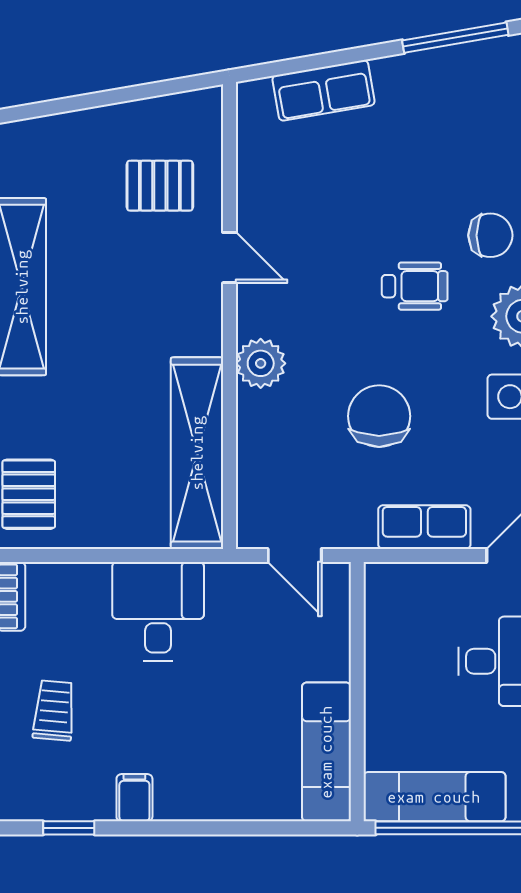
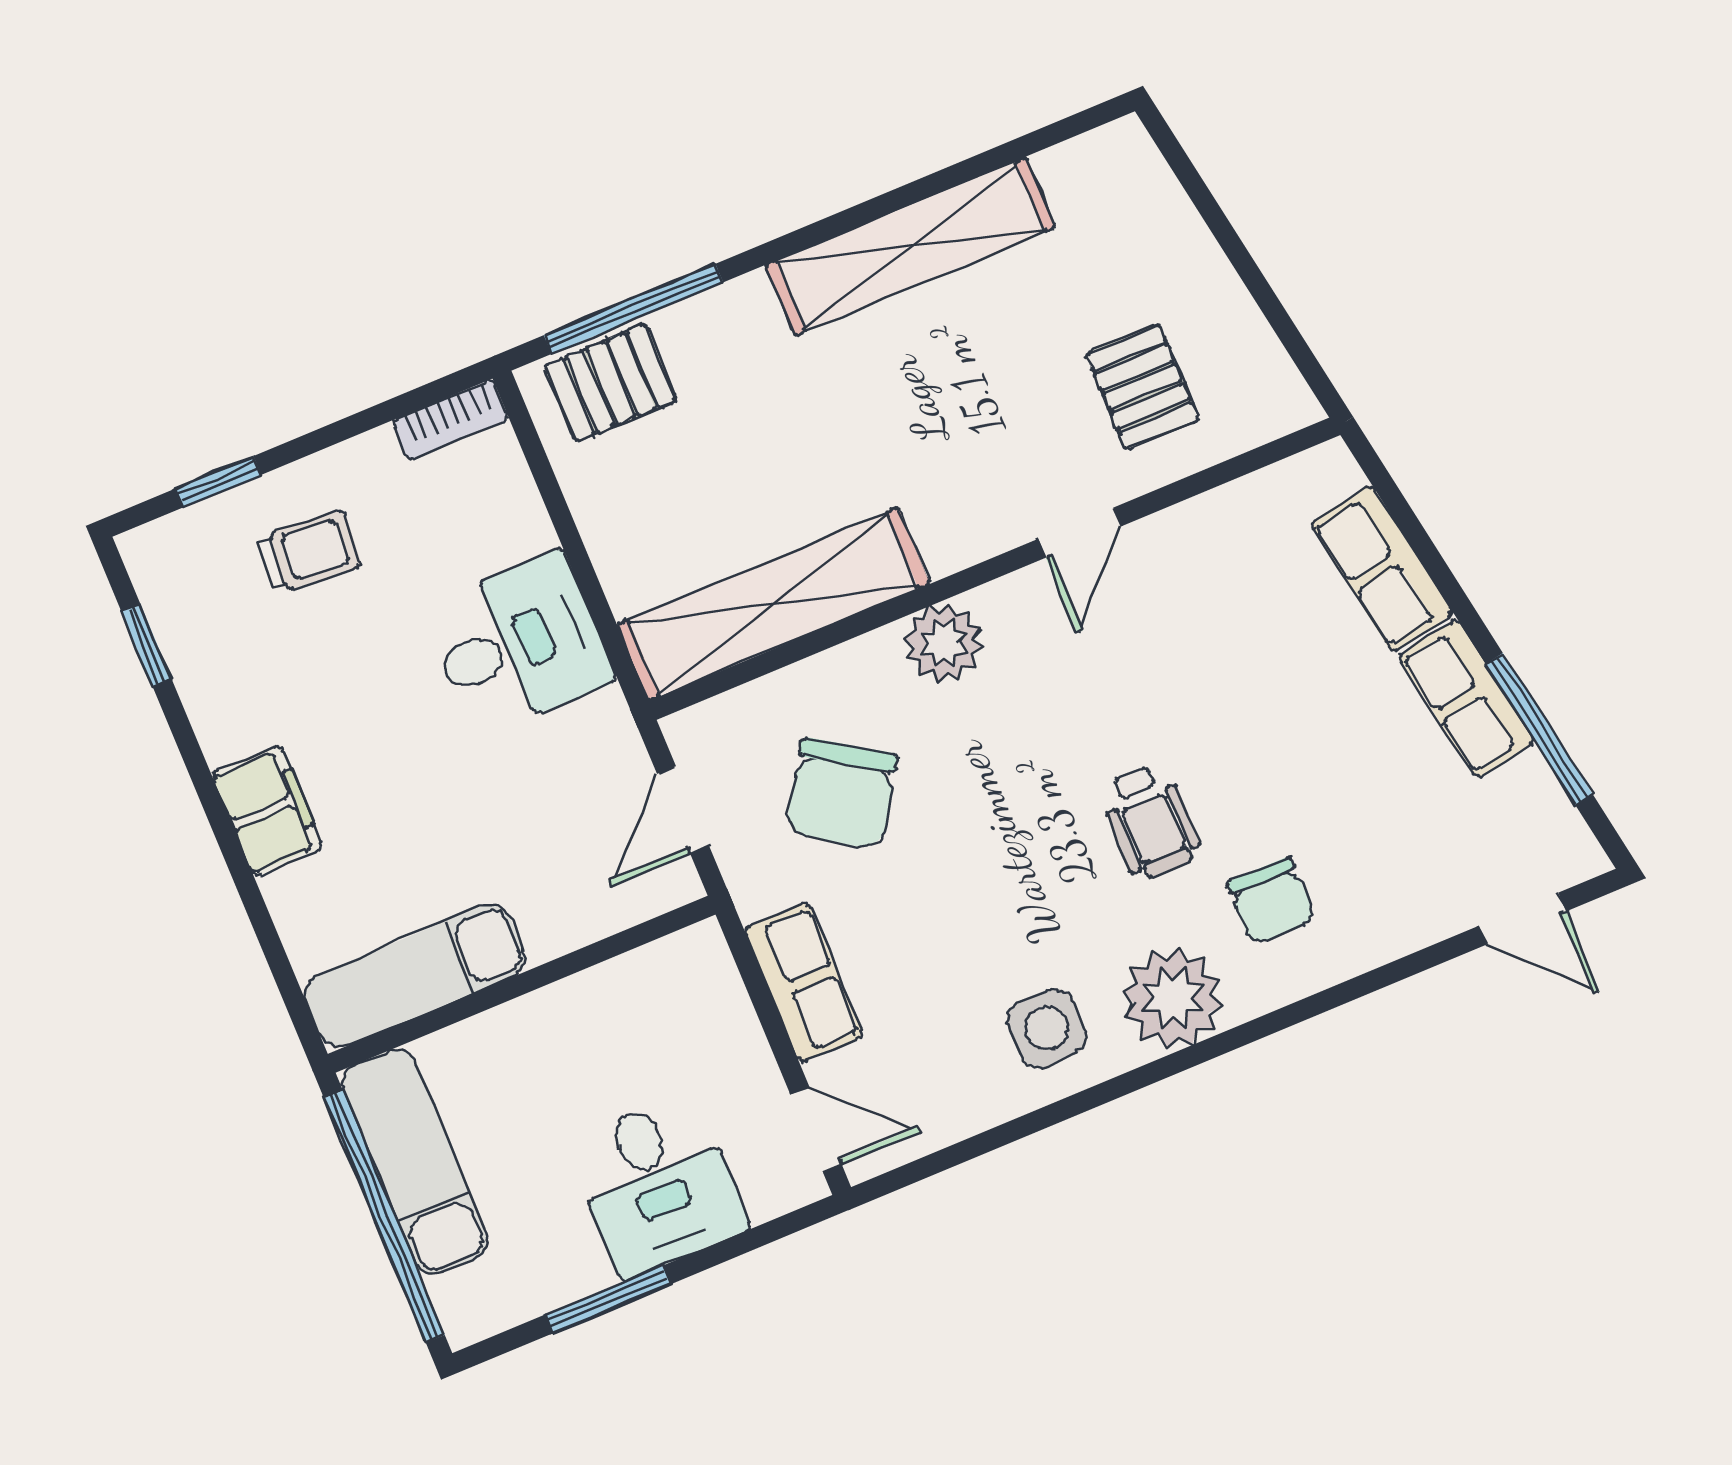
row of seats: (420, 73) -> (1466, 699), added
chair: (379, 416) -> (842, 794), moved, turned 123
filing cabinet: (134, 798) -> (267, 811), moved, width x2.00

